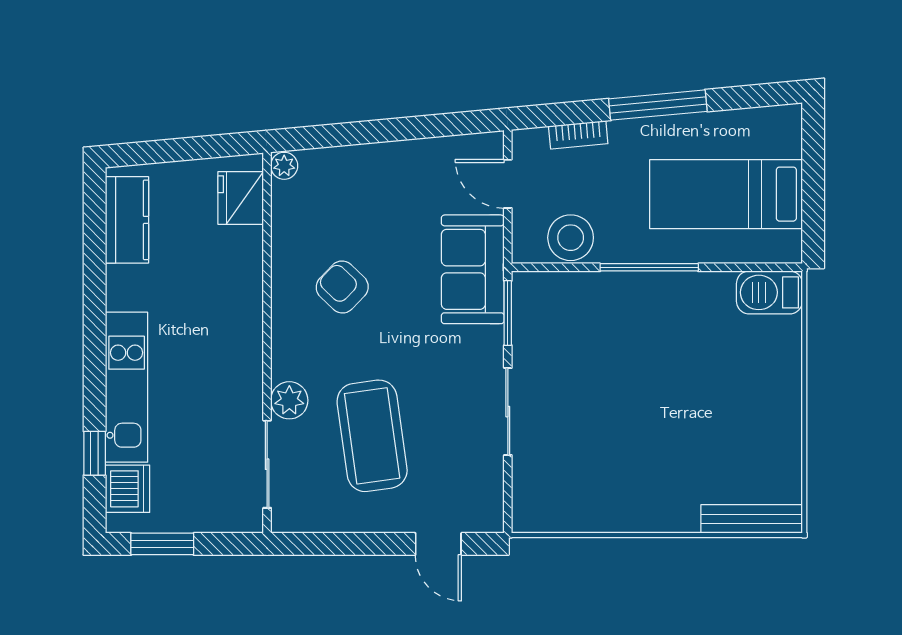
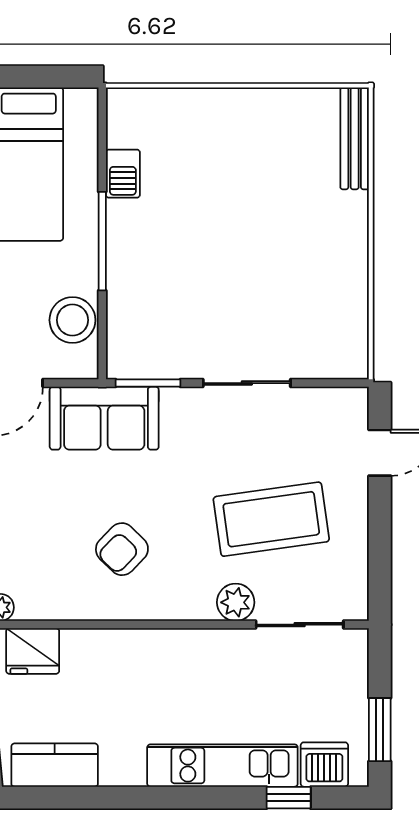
barbecue: (769, 292) -> (123, 174), moved, width x0.73, depth x0.79

